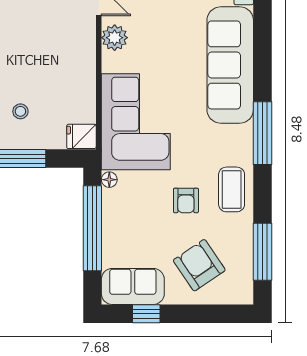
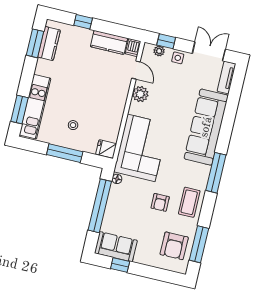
armchair: (199, 265) -> (174, 246), moved, turned -146

